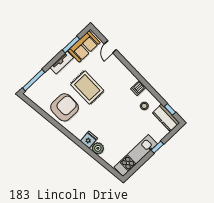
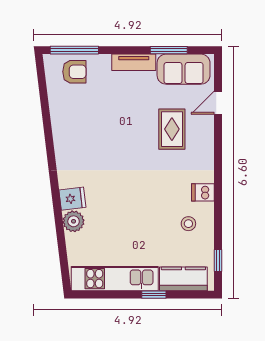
rug: (87, 87) -> (172, 129), moved, width x0.73, depth x0.70
armchair: (65, 107) -> (74, 72), moved, width x0.53, depth x0.53
kitchen counter: (166, 118) -> (183, 279), moved, turned 90

